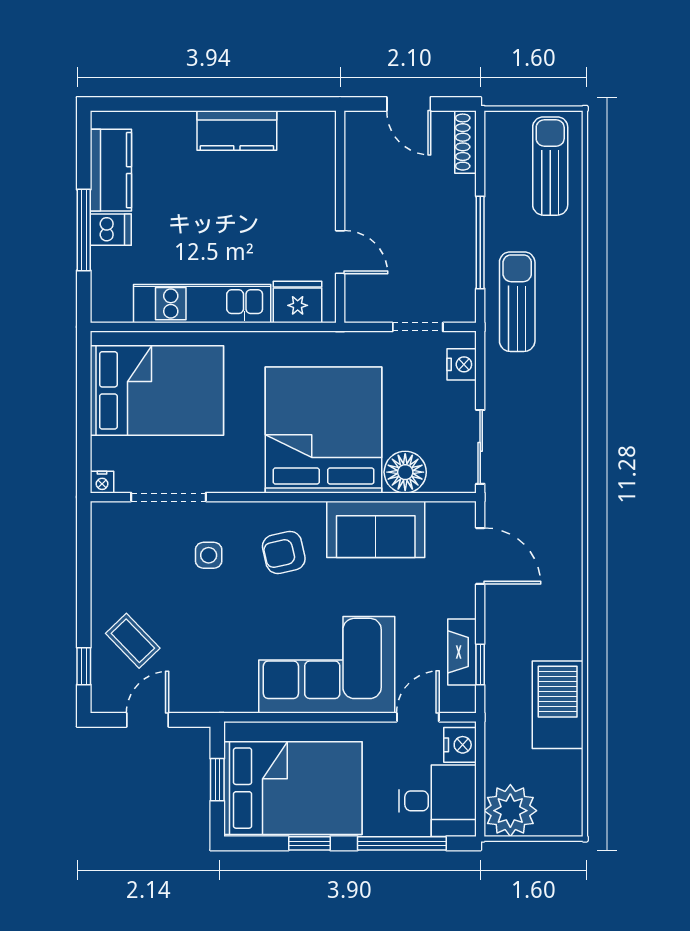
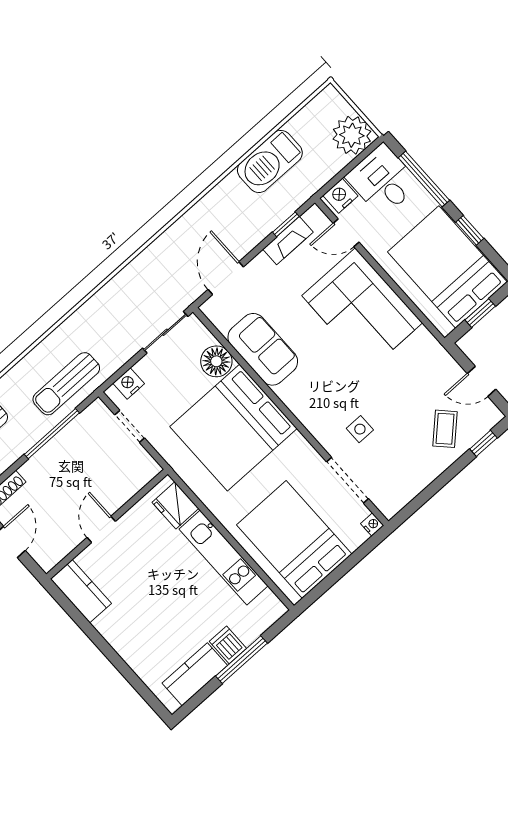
kitchen counter: (237, 131) -> (81, 591), moved
door: (340, 252) -> (101, 529), moved
armchair: (284, 552) -> (321, 389), removed

